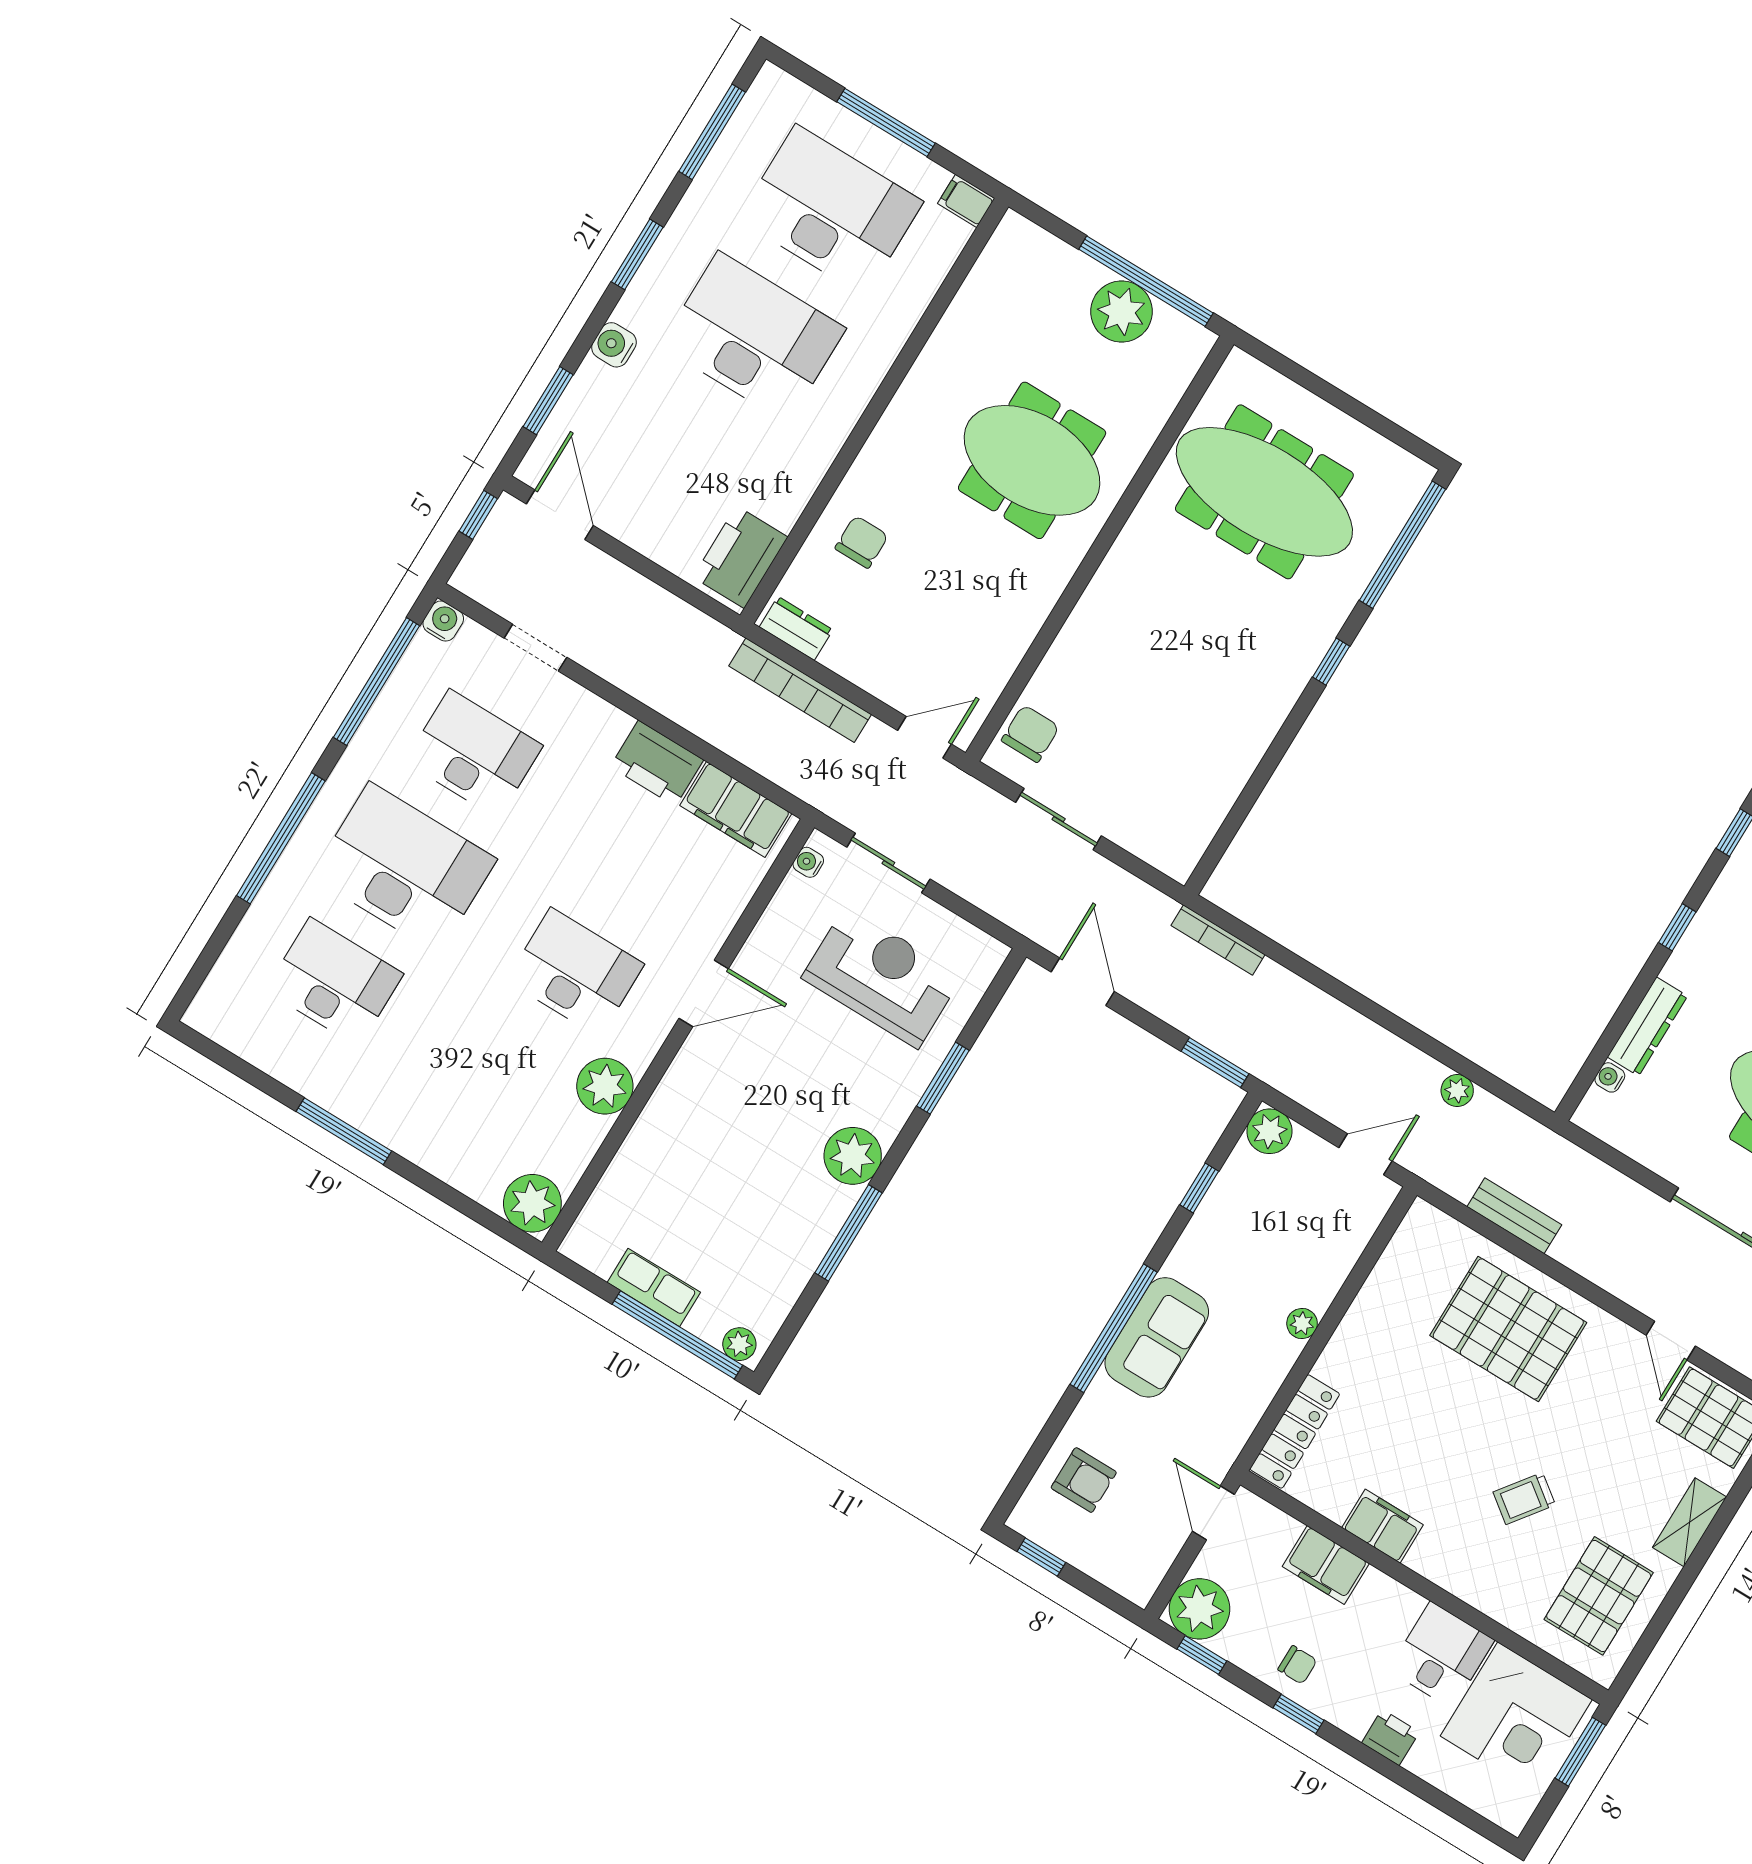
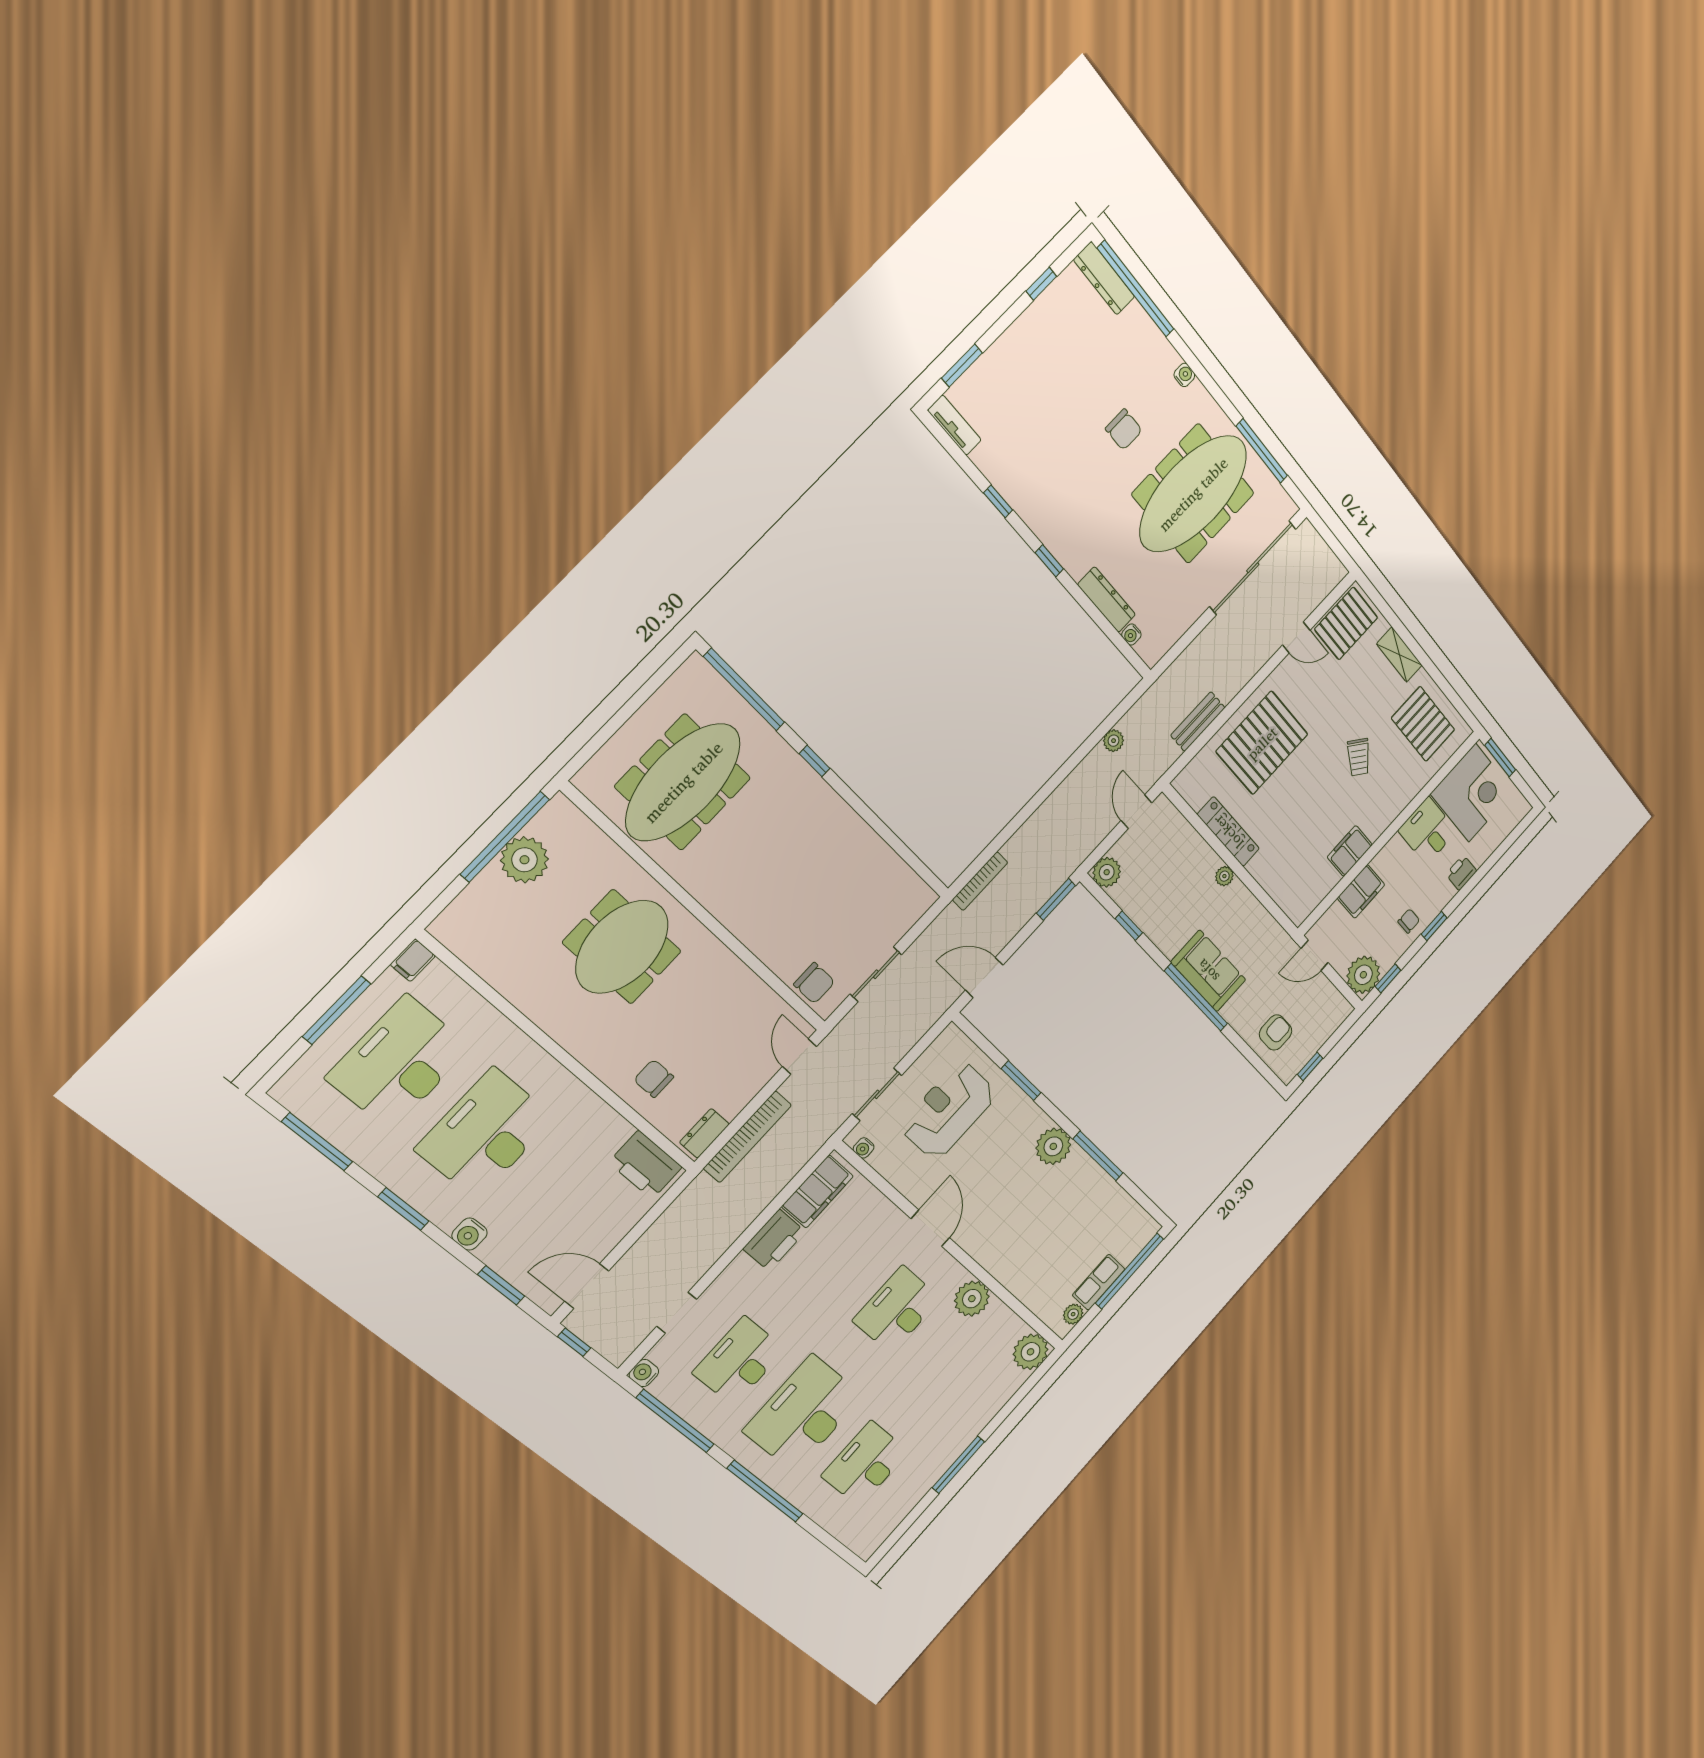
chair: (1030, 734) -> (814, 983), turned 180
plant: (739, 1344) -> (1073, 1314), moved
locker: (1295, 1431) -> (1228, 832), moved

